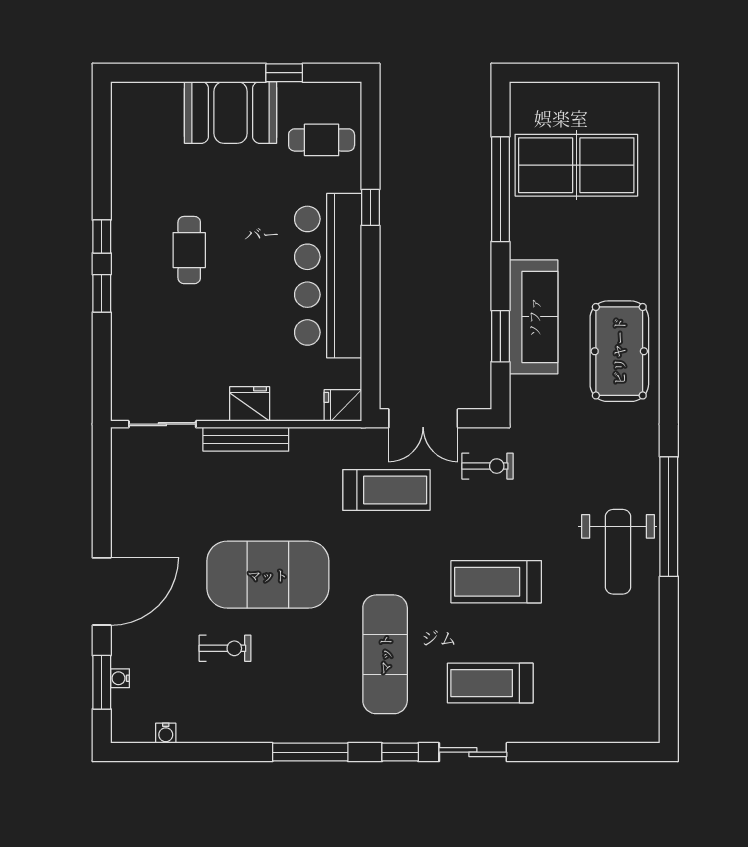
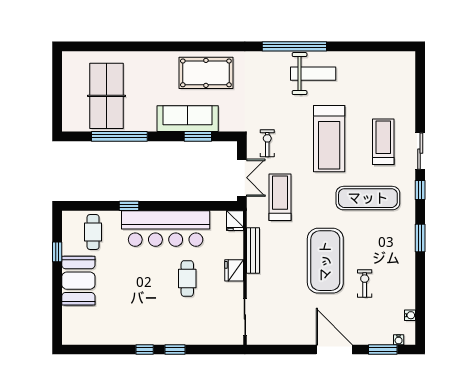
cafe table: (189, 250) -> (187, 279), moved, turned 90
bench: (246, 439) -> (253, 250), moved
treadmill: (496, 582) -> (329, 139), width x1.37, depth x1.38
water cooler: (120, 678) -> (399, 340), moved
treadmill: (490, 683) -> (383, 142), turned 180
window: (310, 752) -> (420, 238), width x0.69

